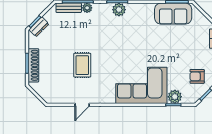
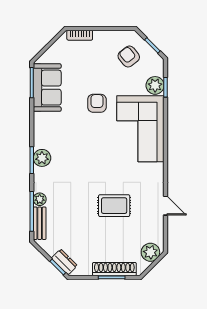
armchair: (161, 52) -> (97, 103), added
armchair: (197, 76) -> (129, 56), turned 141
plant: (46, 93) -> (150, 252), added

